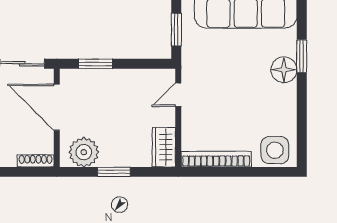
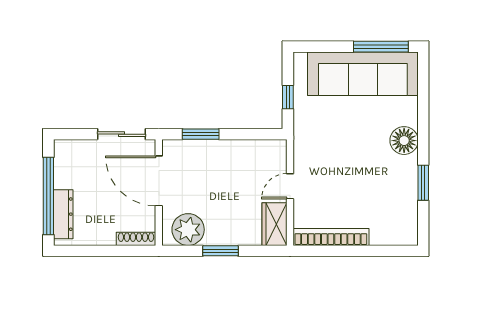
window: (176, 30) -> (288, 97), width x0.67
window: (302, 56) -> (423, 183), moved
door: (178, 95) -> (290, 186), moved
side table: (275, 150) -> (394, 227), removed

